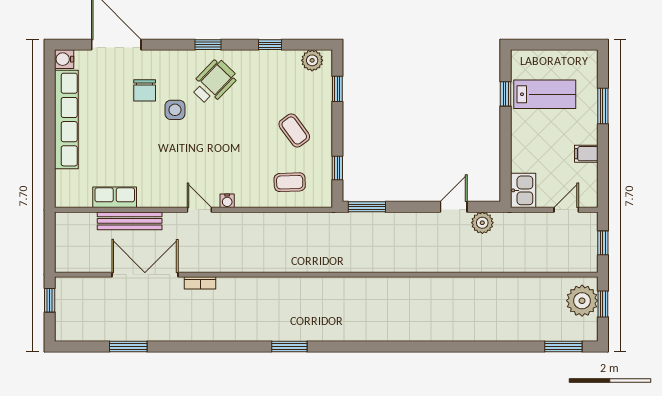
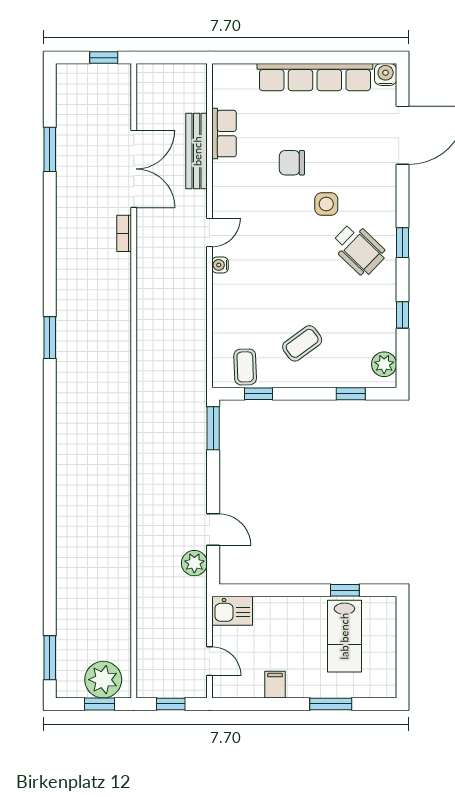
chair: (145, 90) -> (292, 163), moved
coffee table: (290, 182) -> (245, 367), moved

